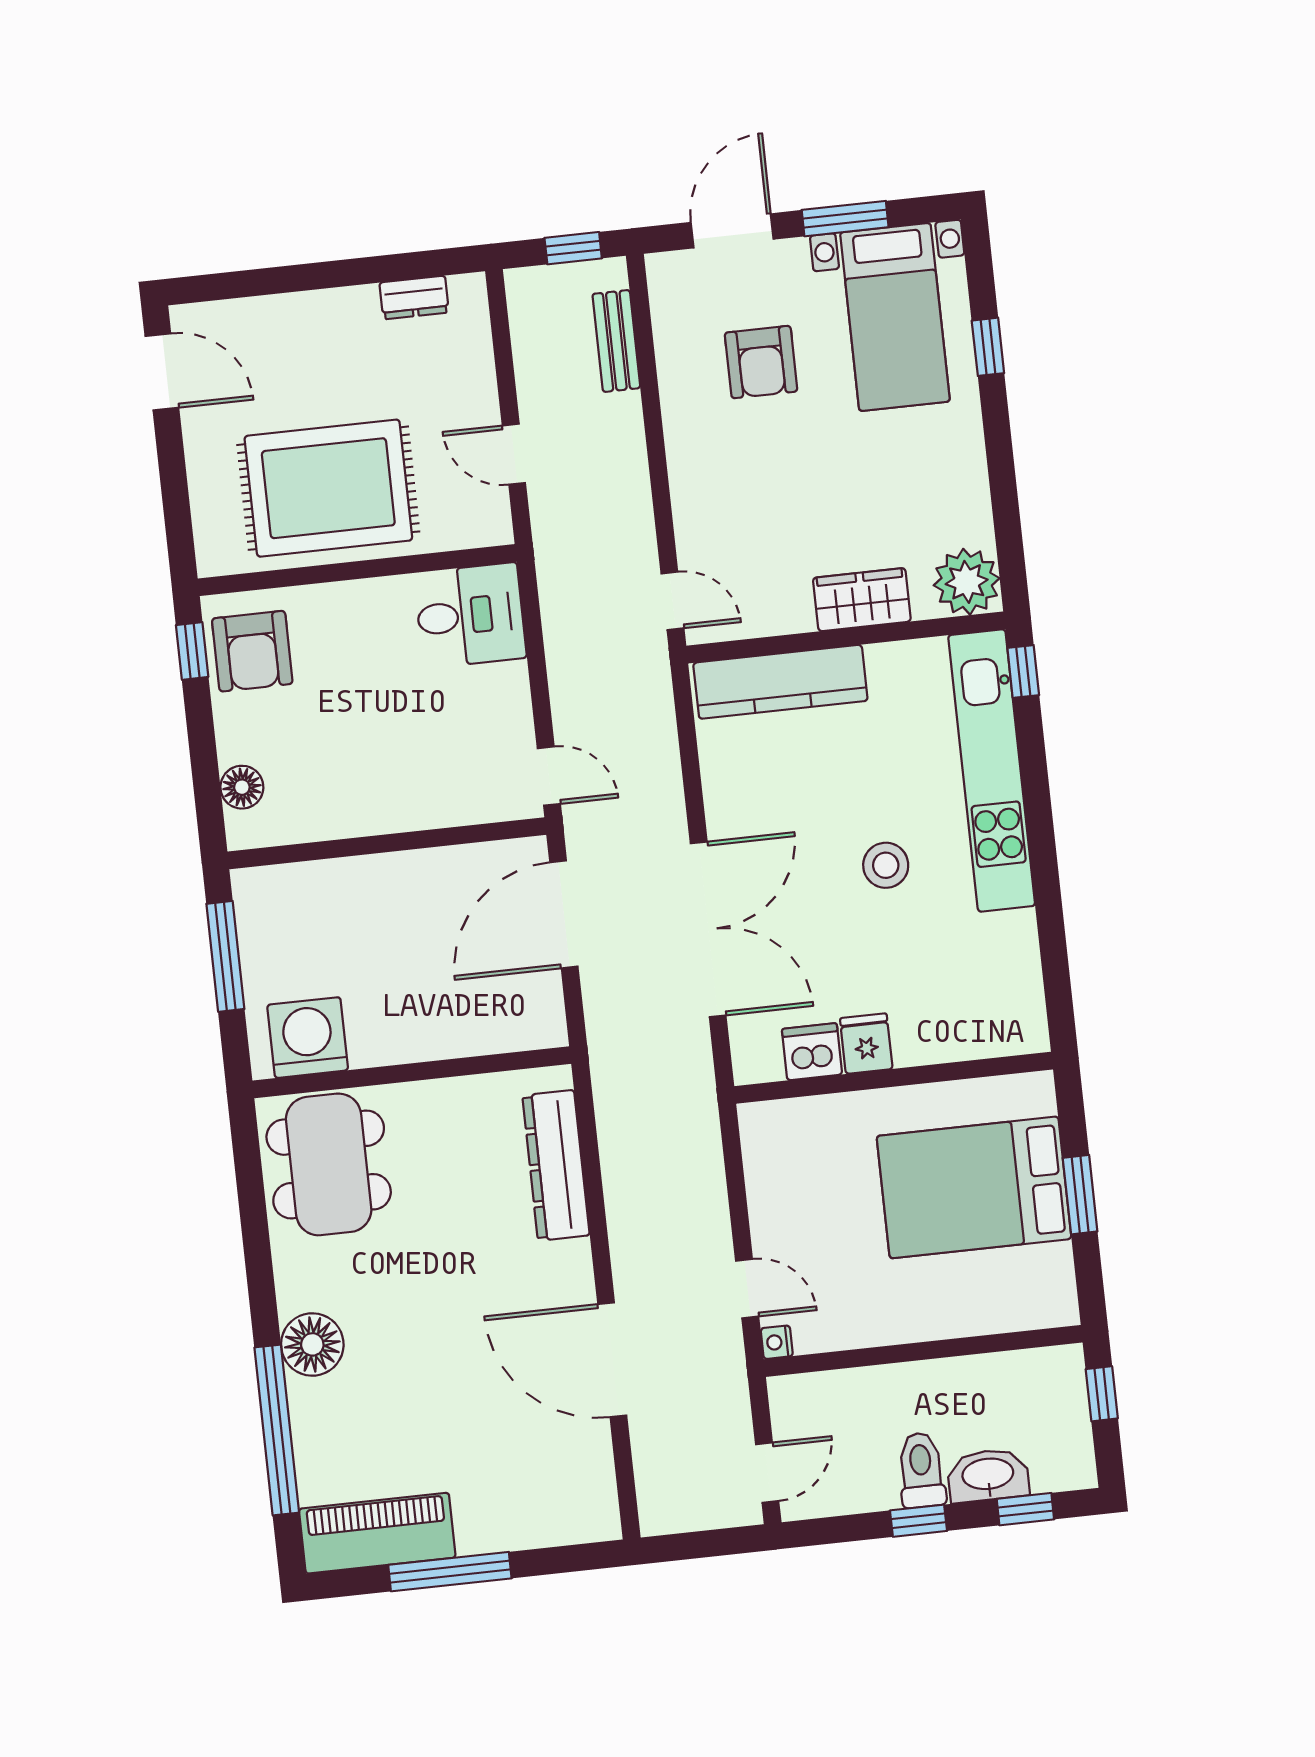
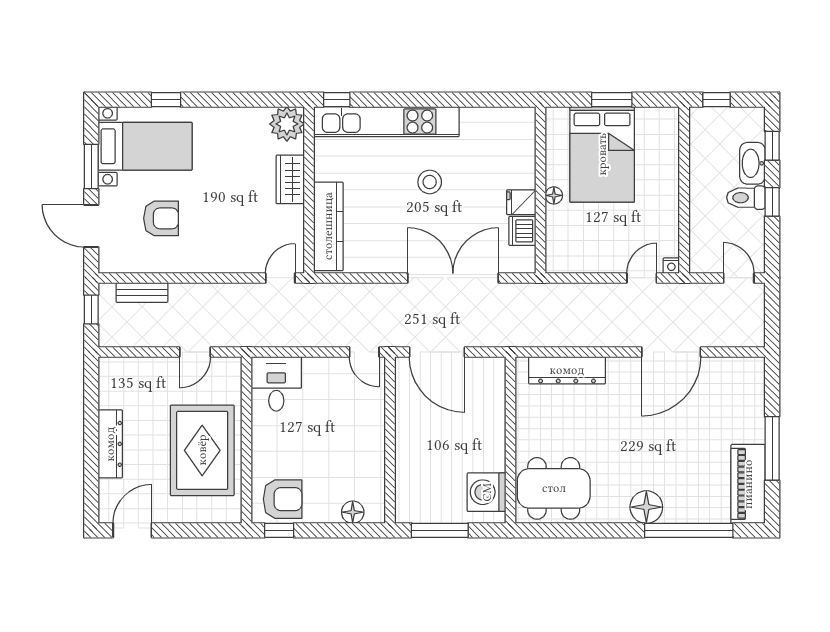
dresser: (414, 297) -> (110, 444), moved, width x1.96, depth x1.24
door: (549, 776) -> (364, 352), swing flipped
floor lamp: (886, 1104) -> (554, 195), added

